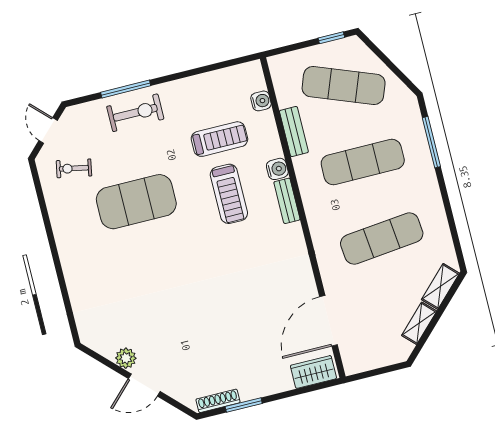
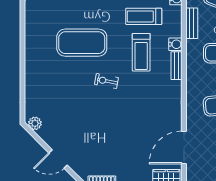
treadmill: (219, 139) -> (144, 16), turned 180
exercise bike: (74, 168) -> (106, 81), moved
plant: (126, 358) -> (35, 123), moved

